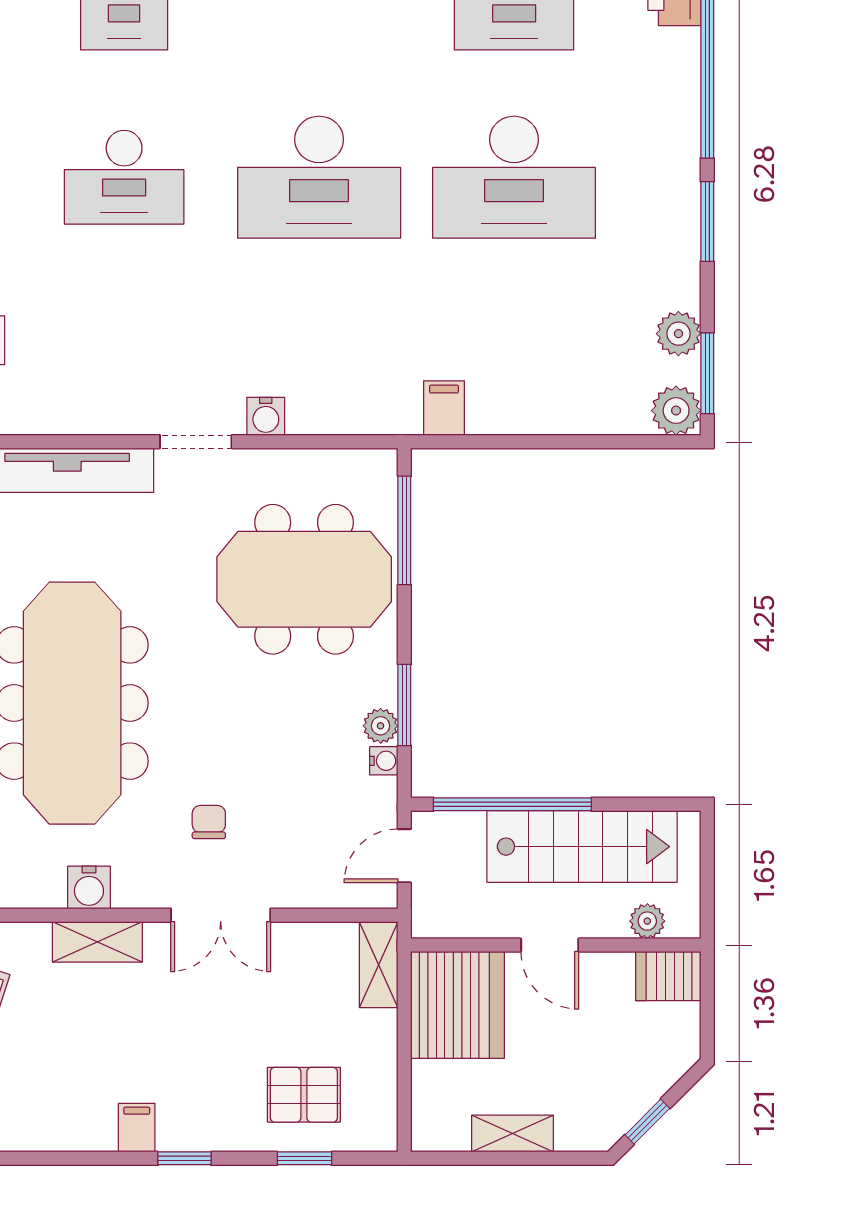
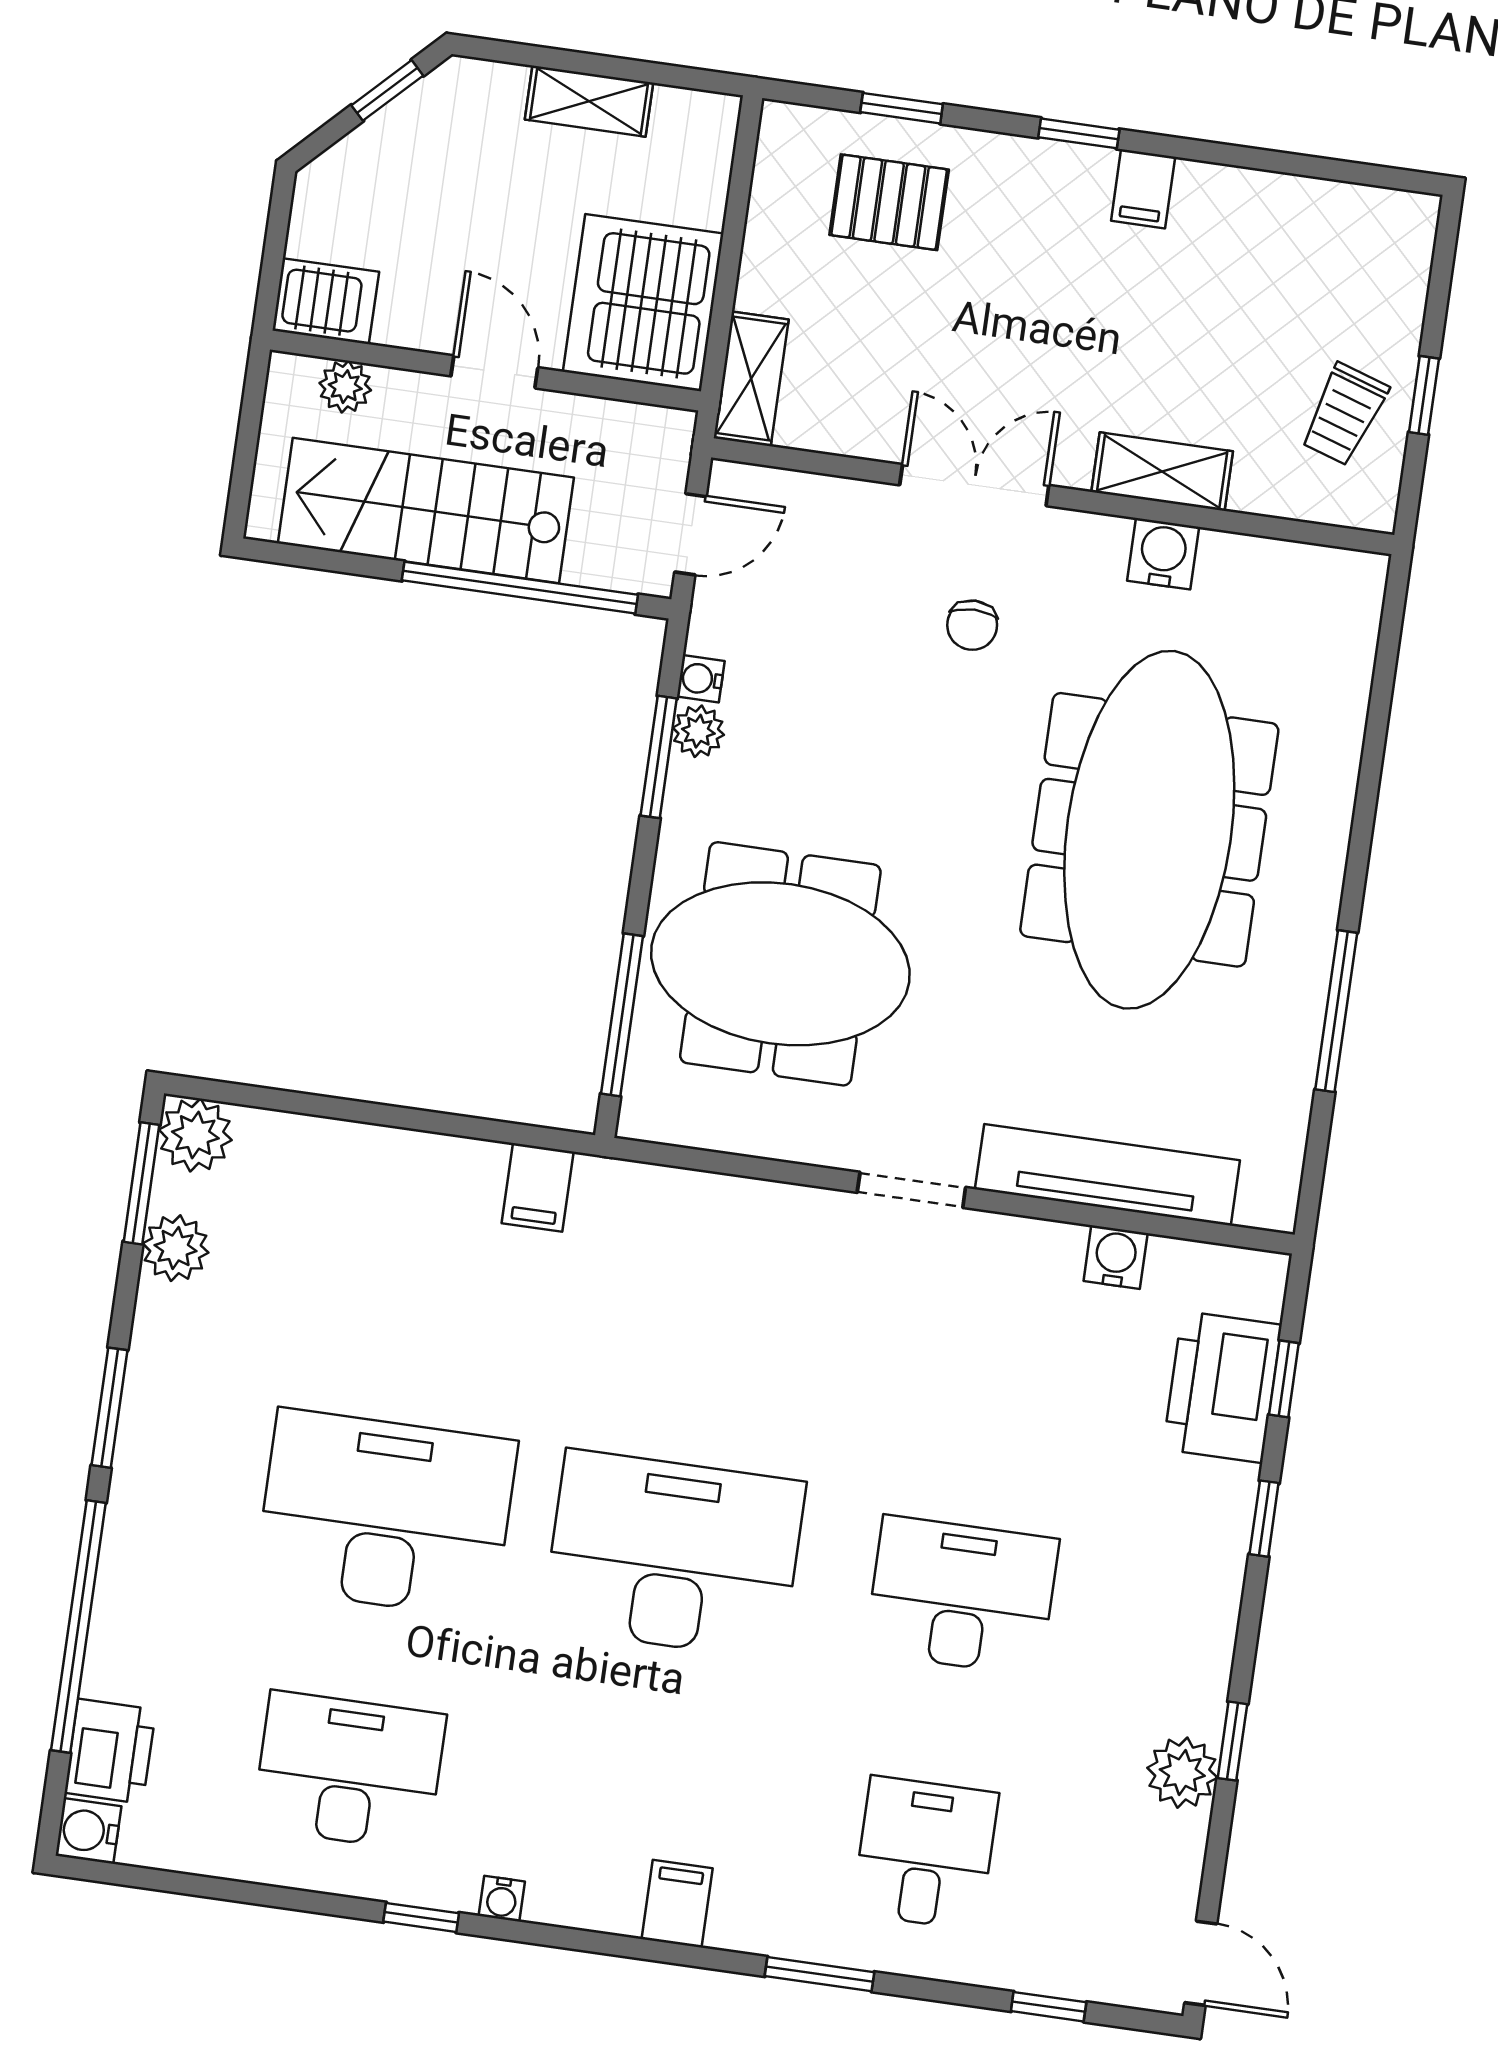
water cooler: (266, 416) -> (1116, 1257), moved

